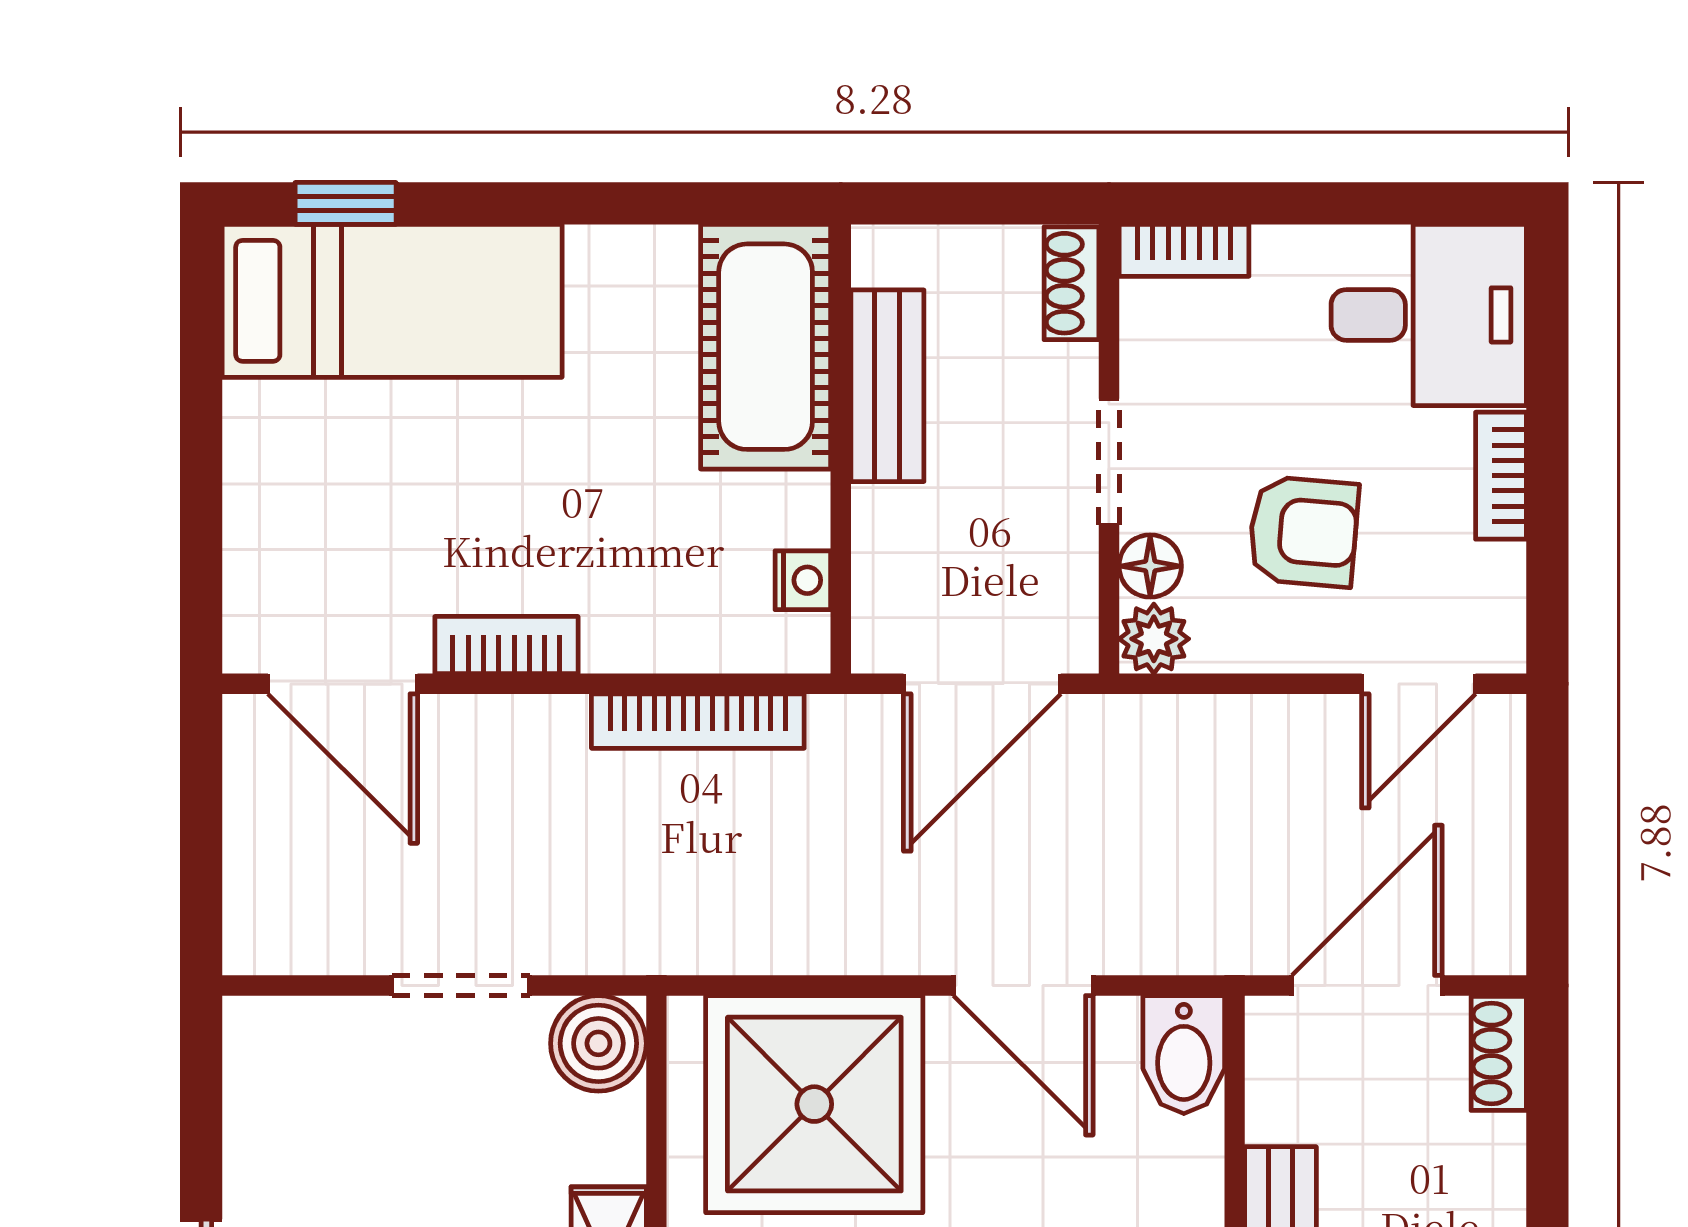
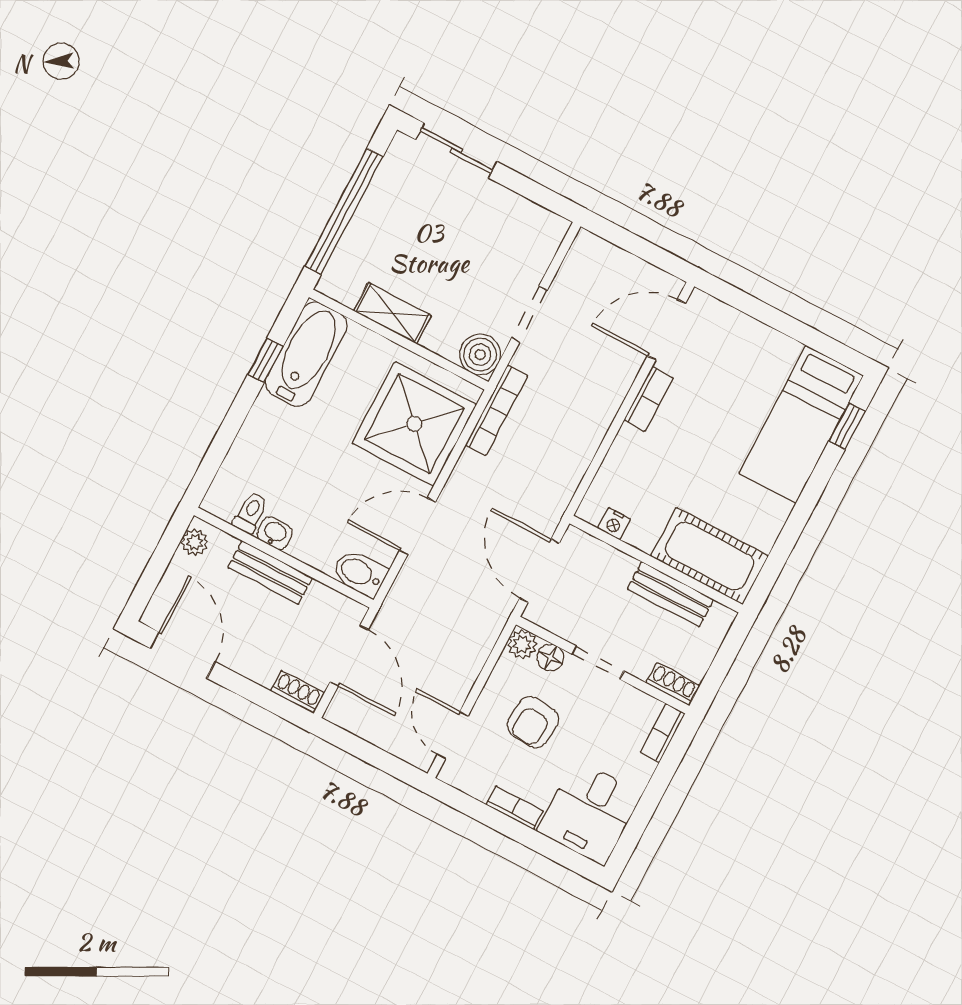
bookcase: (698, 721) -> (497, 410), moved, turned 180

